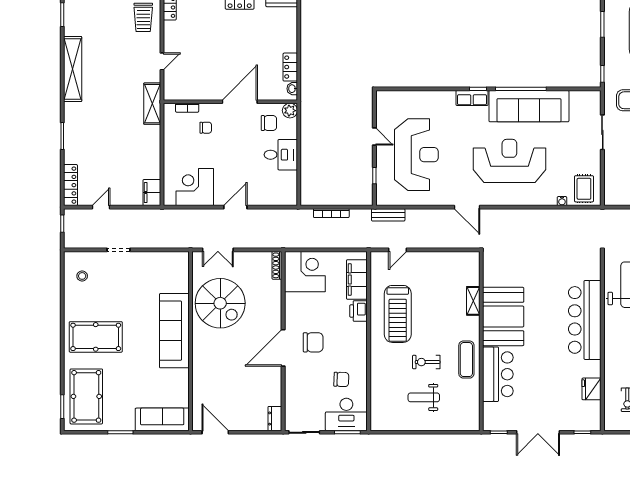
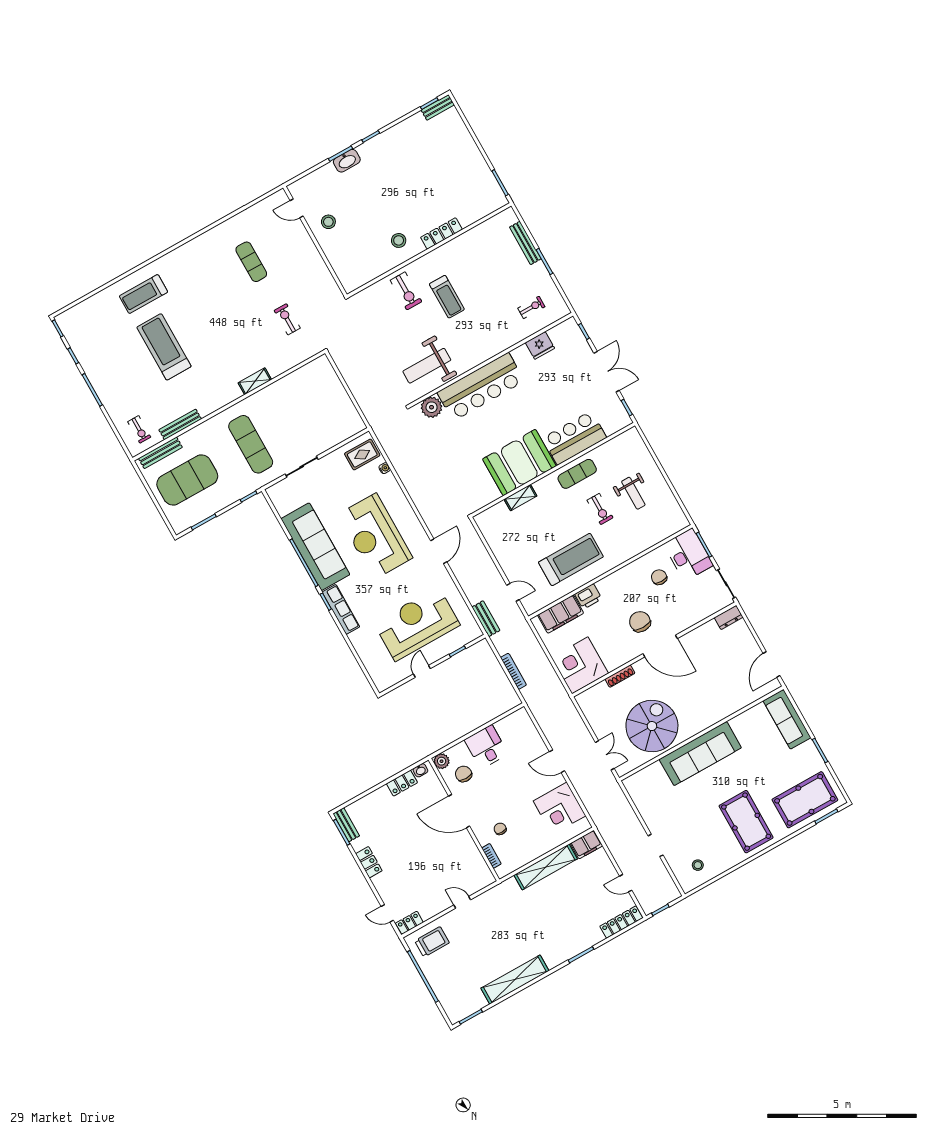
row of seats: (472, 98) -> (341, 609), width x1.48
shelving: (152, 104) -> (546, 867), moved, width x1.47
shoe rack: (277, 265) -> (620, 676), moved
plant: (591, 269) -> (432, 407), added

